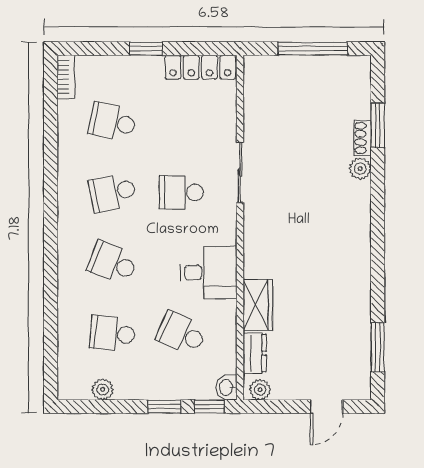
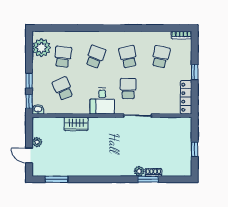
window: (313, 49) -> (195, 149), width x0.46
window: (378, 125) -> (148, 179), moved
desk: (209, 273) -> (102, 101), moved
school desk: (181, 333) -> (63, 89), turned -48
dresser: (255, 353) -> (54, 122), removed
plant: (103, 389) -> (41, 48), width x1.88, depth x1.88
plant: (260, 390) -> (37, 142), moved

